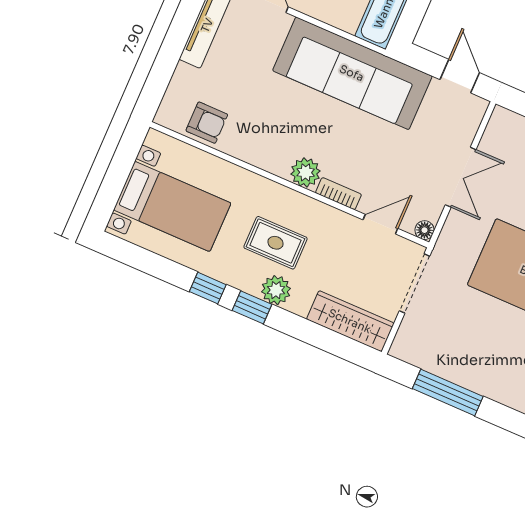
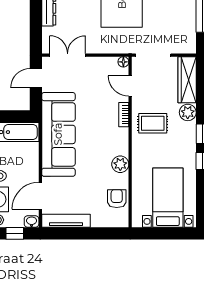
plant: (306, 172) -> (120, 164), moved
double door: (461, 177) -> (68, 55), moved
rug: (275, 243) -> (153, 123), moved, turned 90
plant: (276, 290) -> (188, 112), moved

